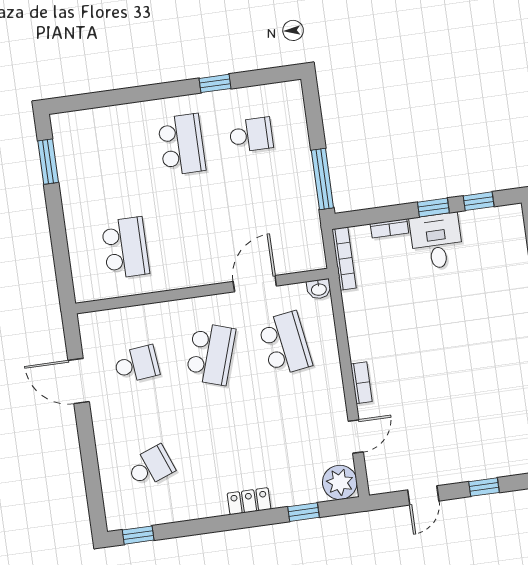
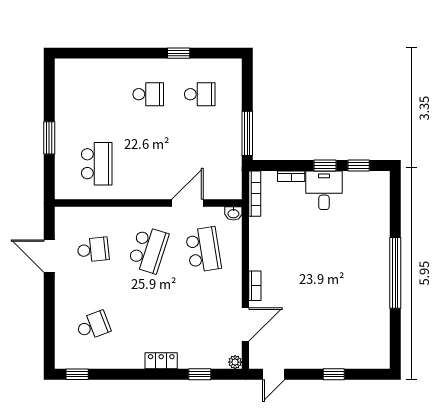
school desk: (182, 144) -> (148, 94), width x0.54
window: (48, 162) -> (49, 138), moved
door: (356, 437) -> (245, 324), width x1.38
plant: (340, 482) -> (235, 362), width x0.53, depth x0.53
door: (423, 495) -> (274, 374), moved

